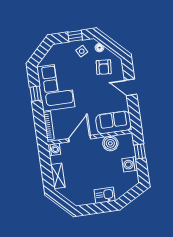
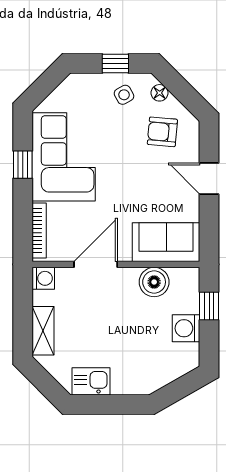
armchair: (104, 67) -> (162, 132), turned 90
kitchen sink: (105, 195) -> (91, 381), moved

